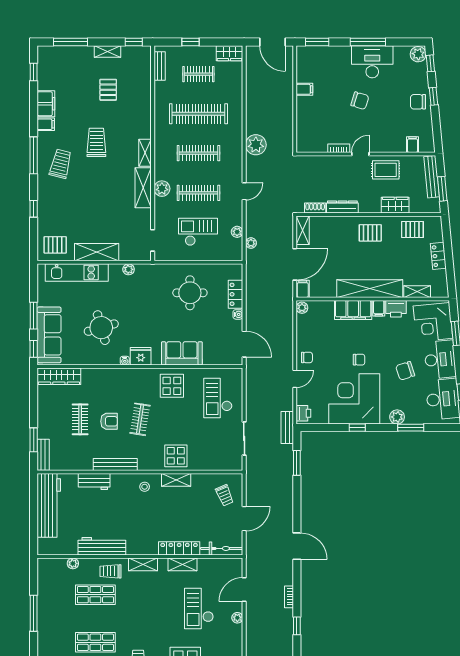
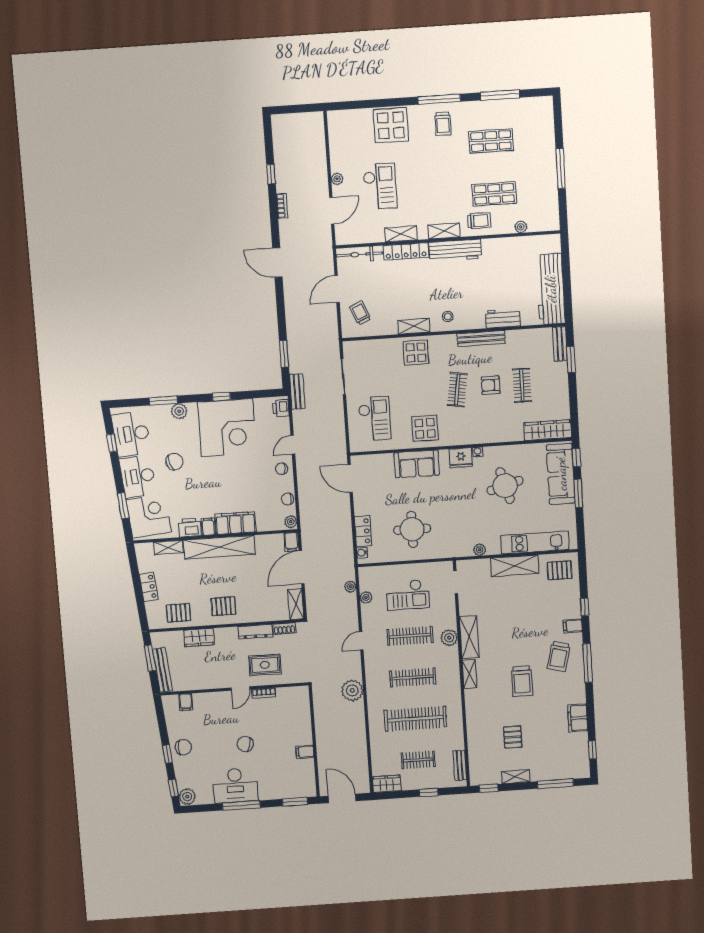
filing cabinet: (46, 124) -> (573, 626), moved
rug: (386, 170) -> (265, 665), moved
water cooler: (238, 314) -> (362, 553), moved
chair: (359, 360) -> (288, 499), moved
workbench: (102, 546) -> (455, 250), moved

